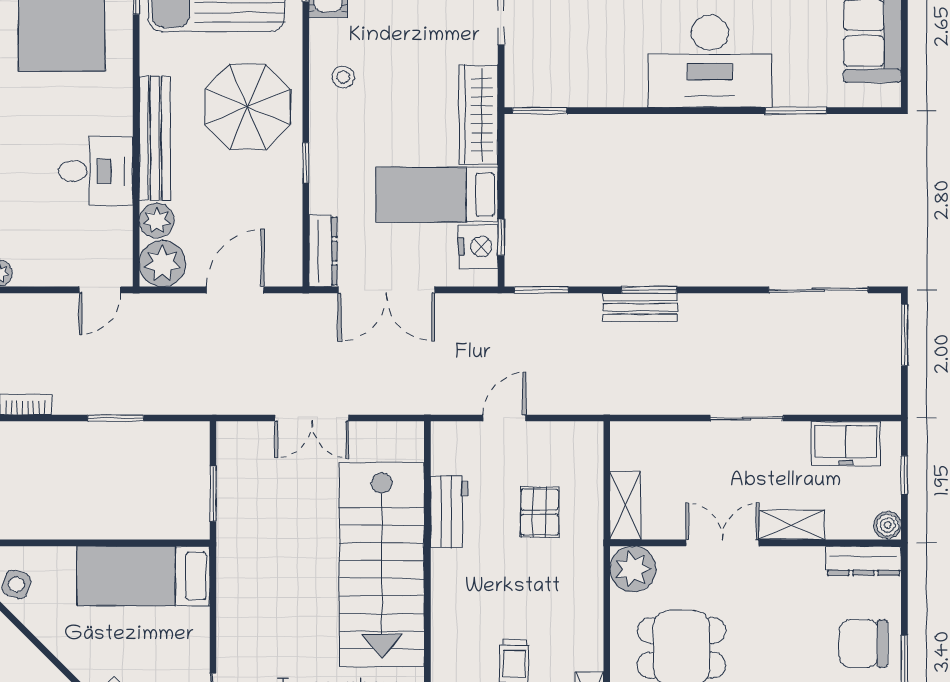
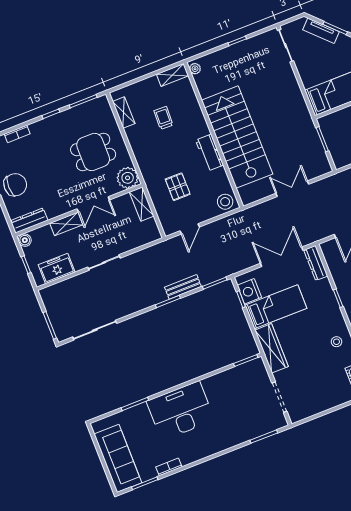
bench: (640, 307) -> (183, 287), moved
door: (504, 418) -> (190, 229), moved
stool: (456, 445) -> (225, 202), added
workbench: (449, 512) -> (209, 153), moved

